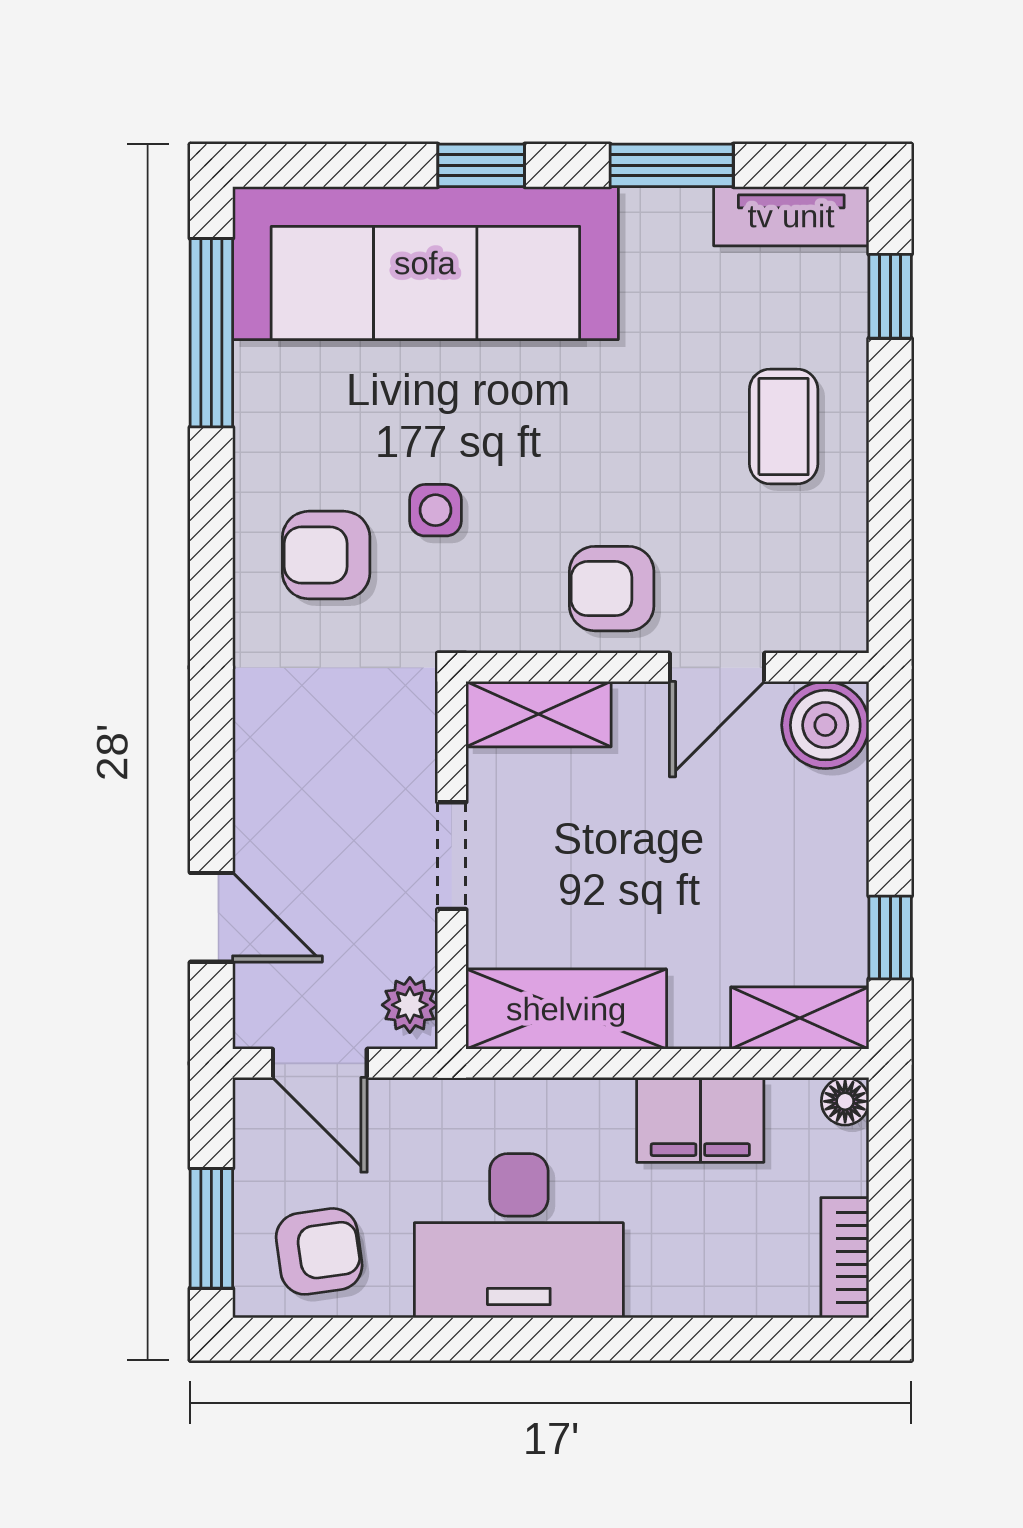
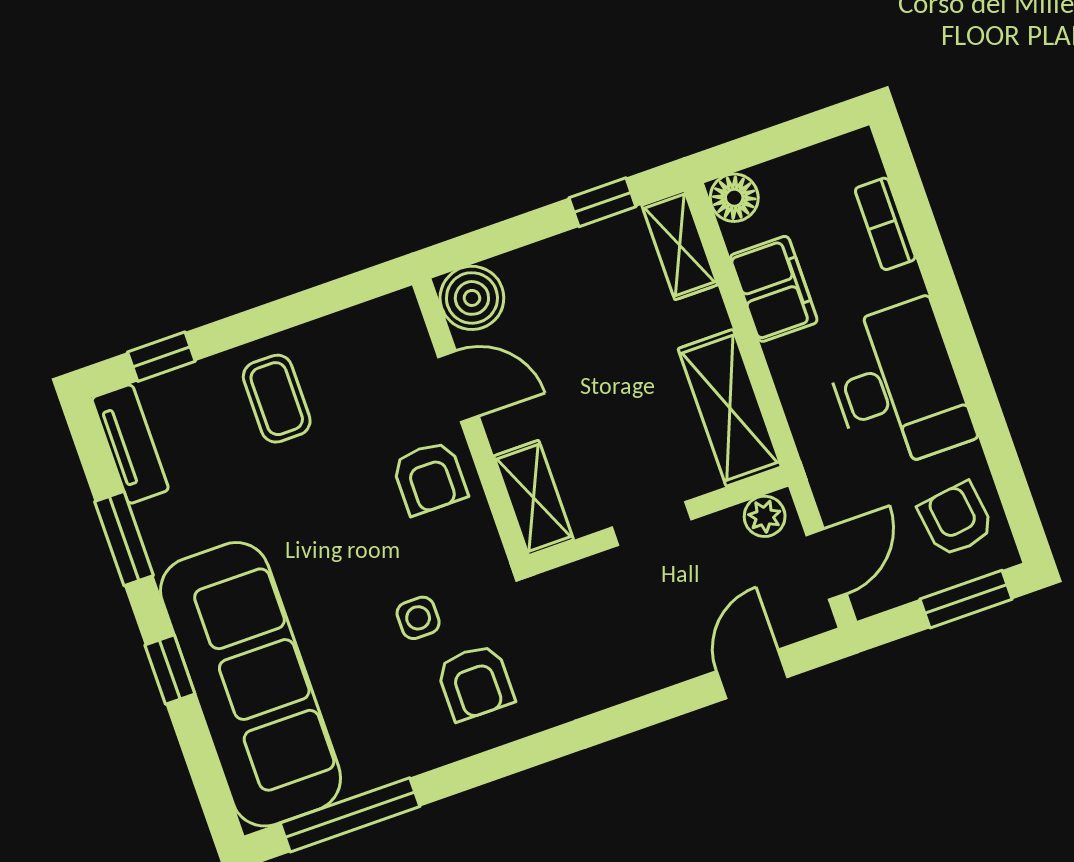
coffee table: (784, 427) -> (277, 399), turned 90
floor lamp: (845, 1101) -> (734, 198), width x1.37, depth x1.37
bookcase: (845, 1258) -> (885, 224), moved, turned 90

